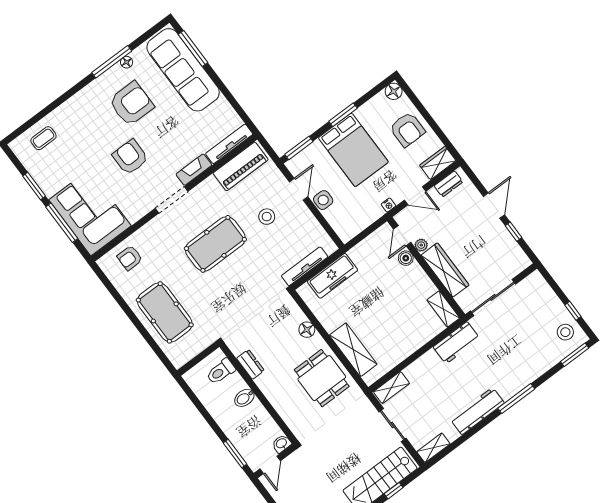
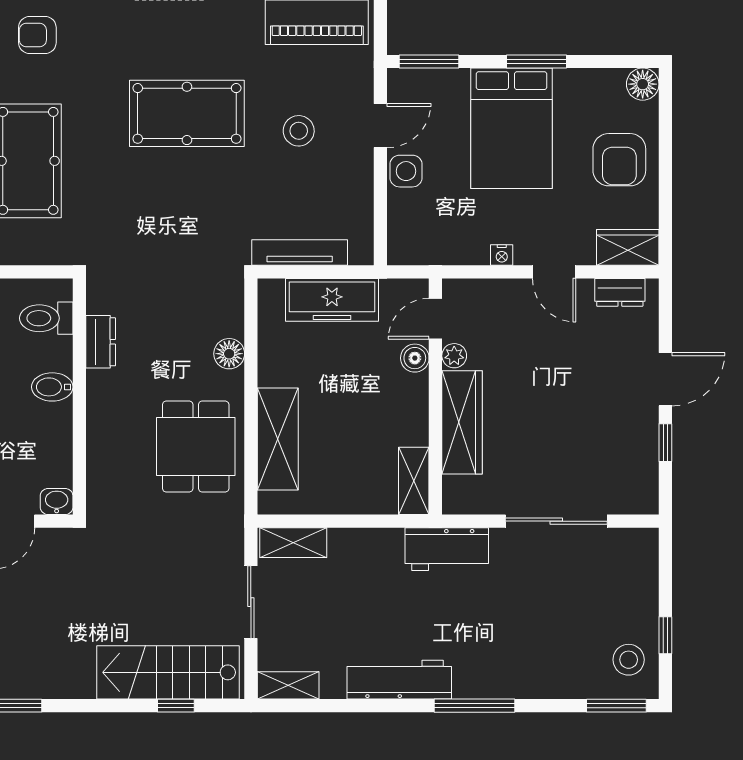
door: (402, 236) -> (435, 319), moved
plant: (421, 245) -> (454, 356), moved
boiler: (406, 258) -> (415, 358), moved
wall: (426, 268) -> (435, 397), moved
wardrobe: (445, 270) -> (462, 422), moved
shelving: (443, 309) -> (414, 481), moved

